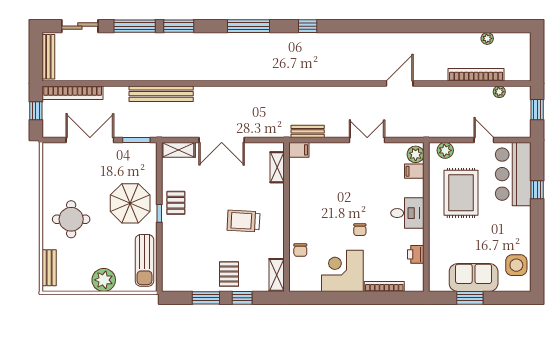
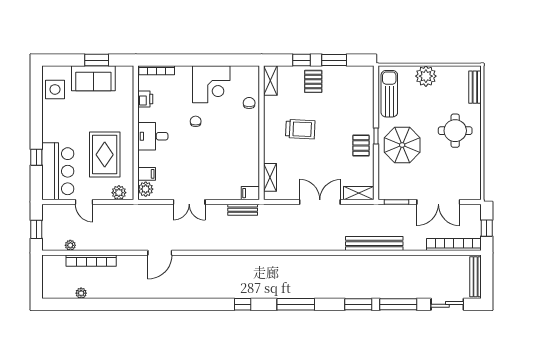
bookcase: (384, 286) -> (157, 70), moved

